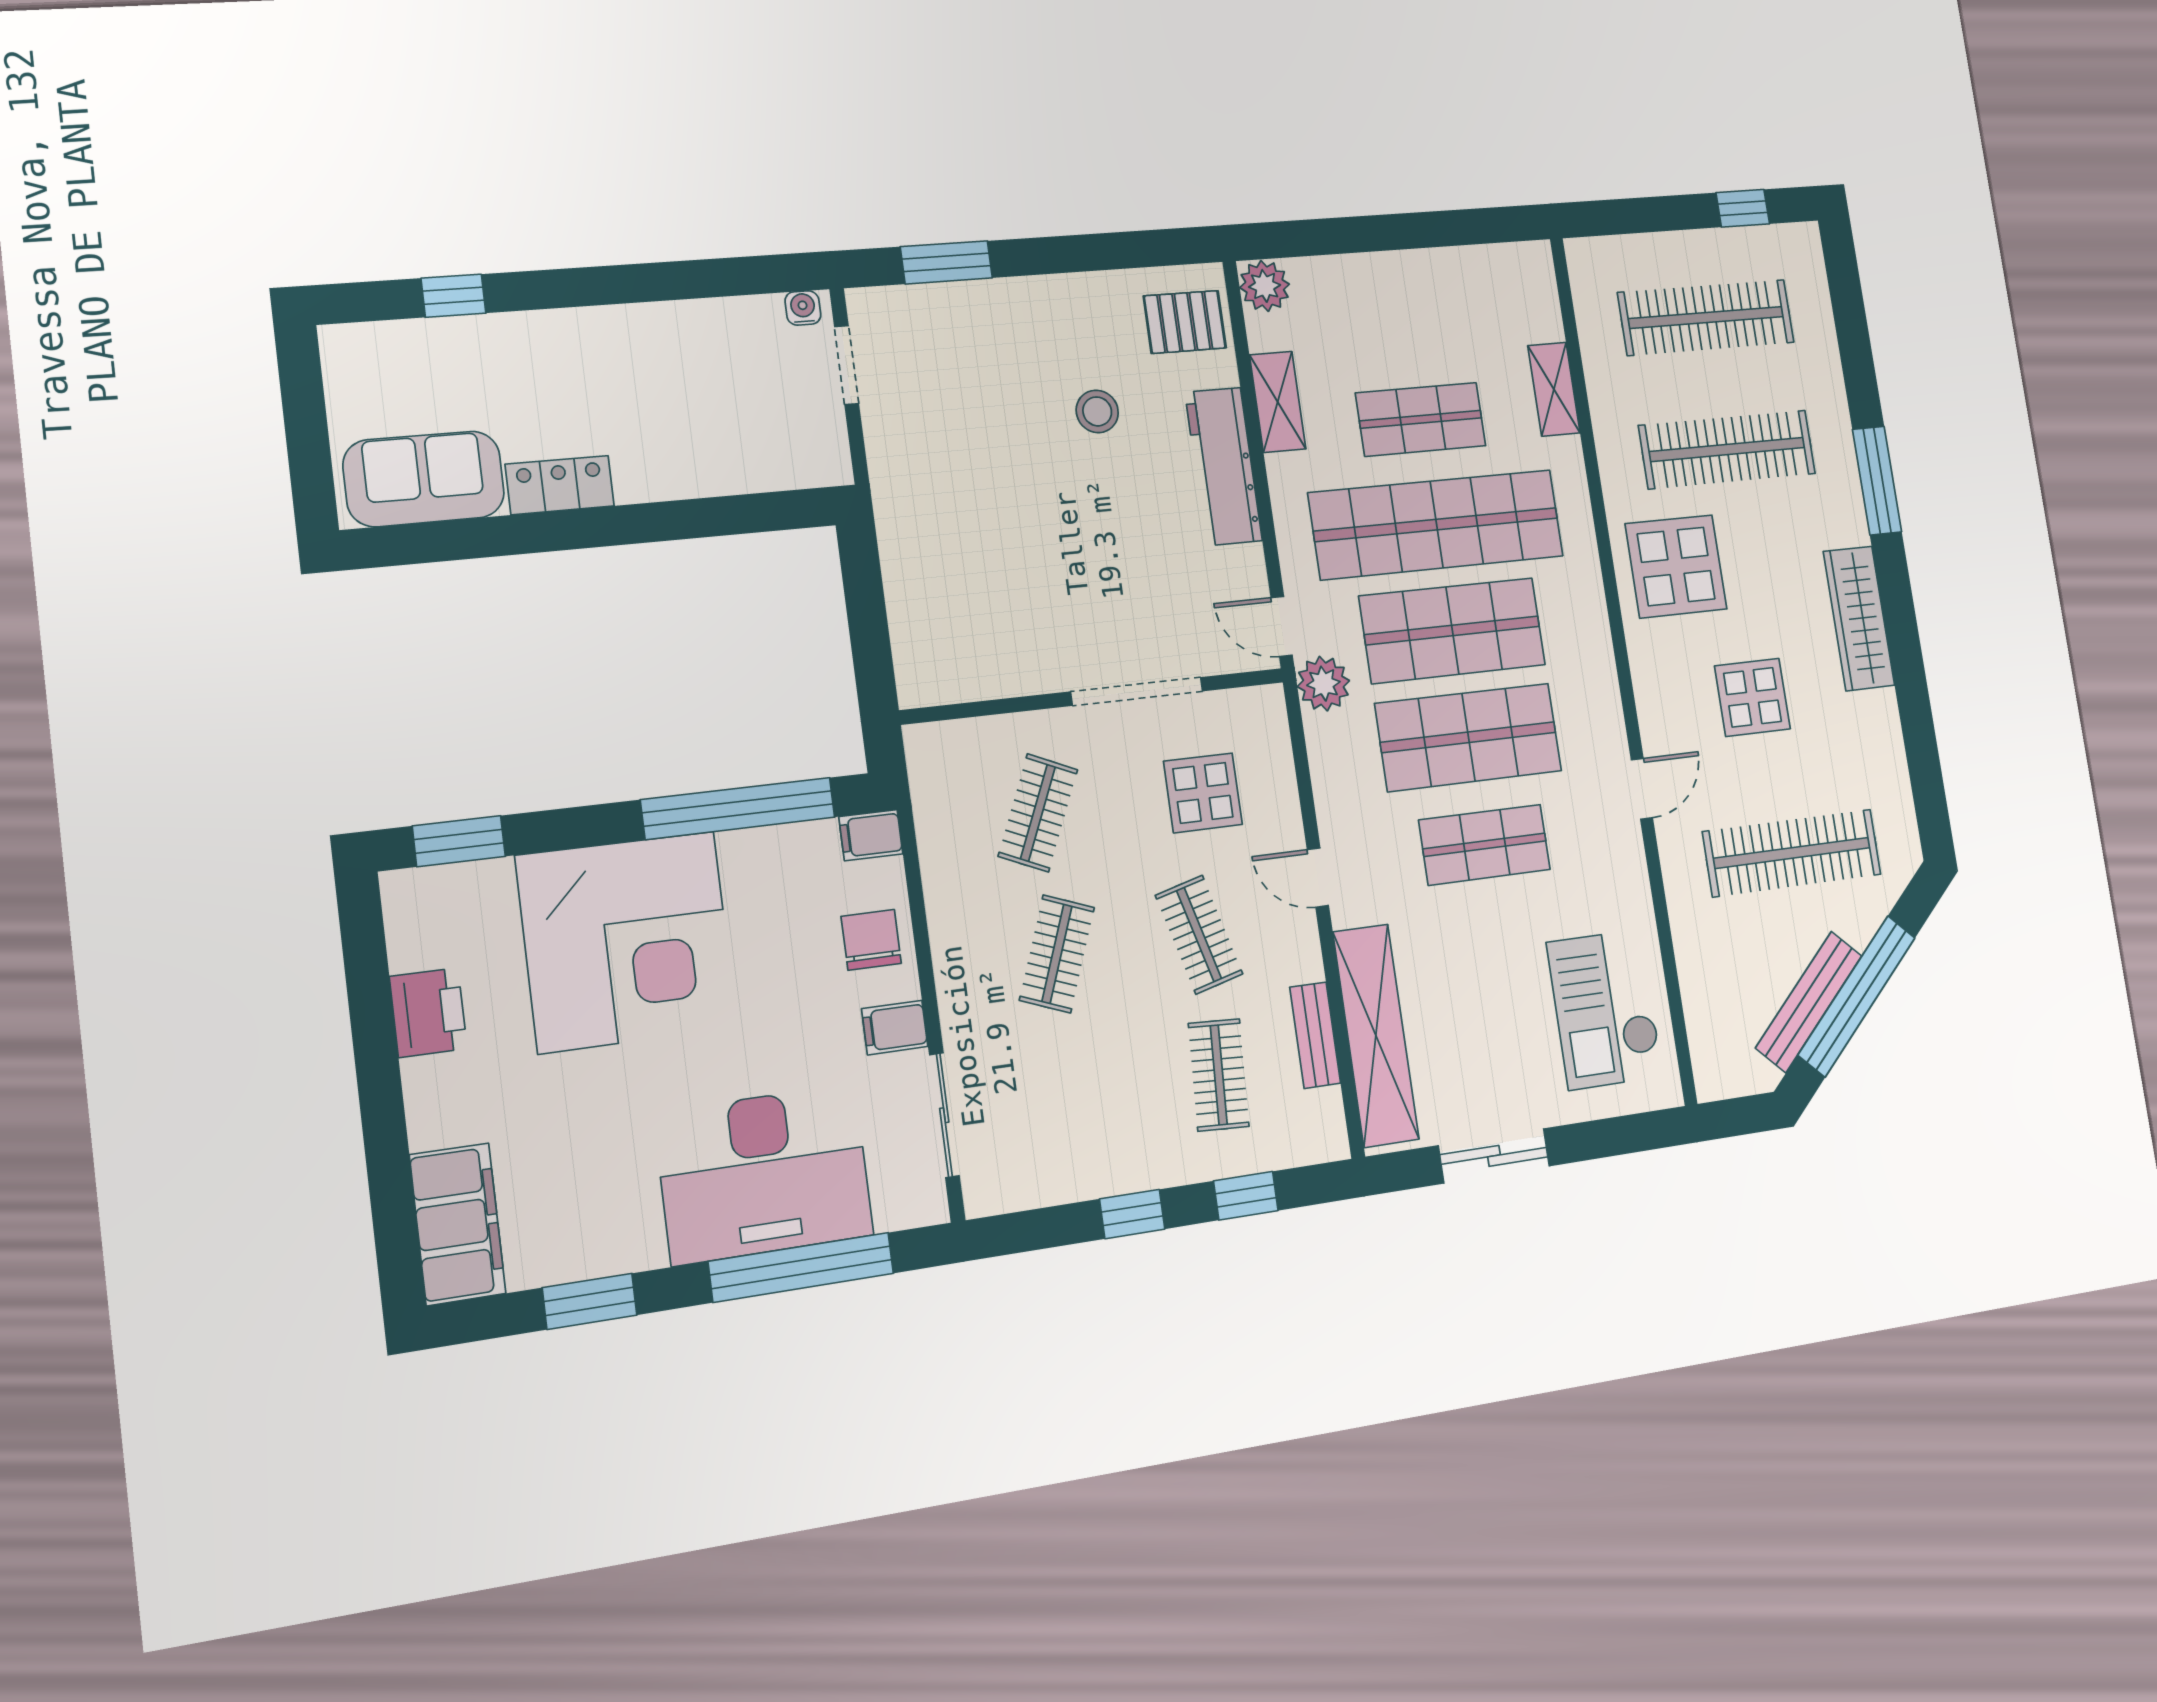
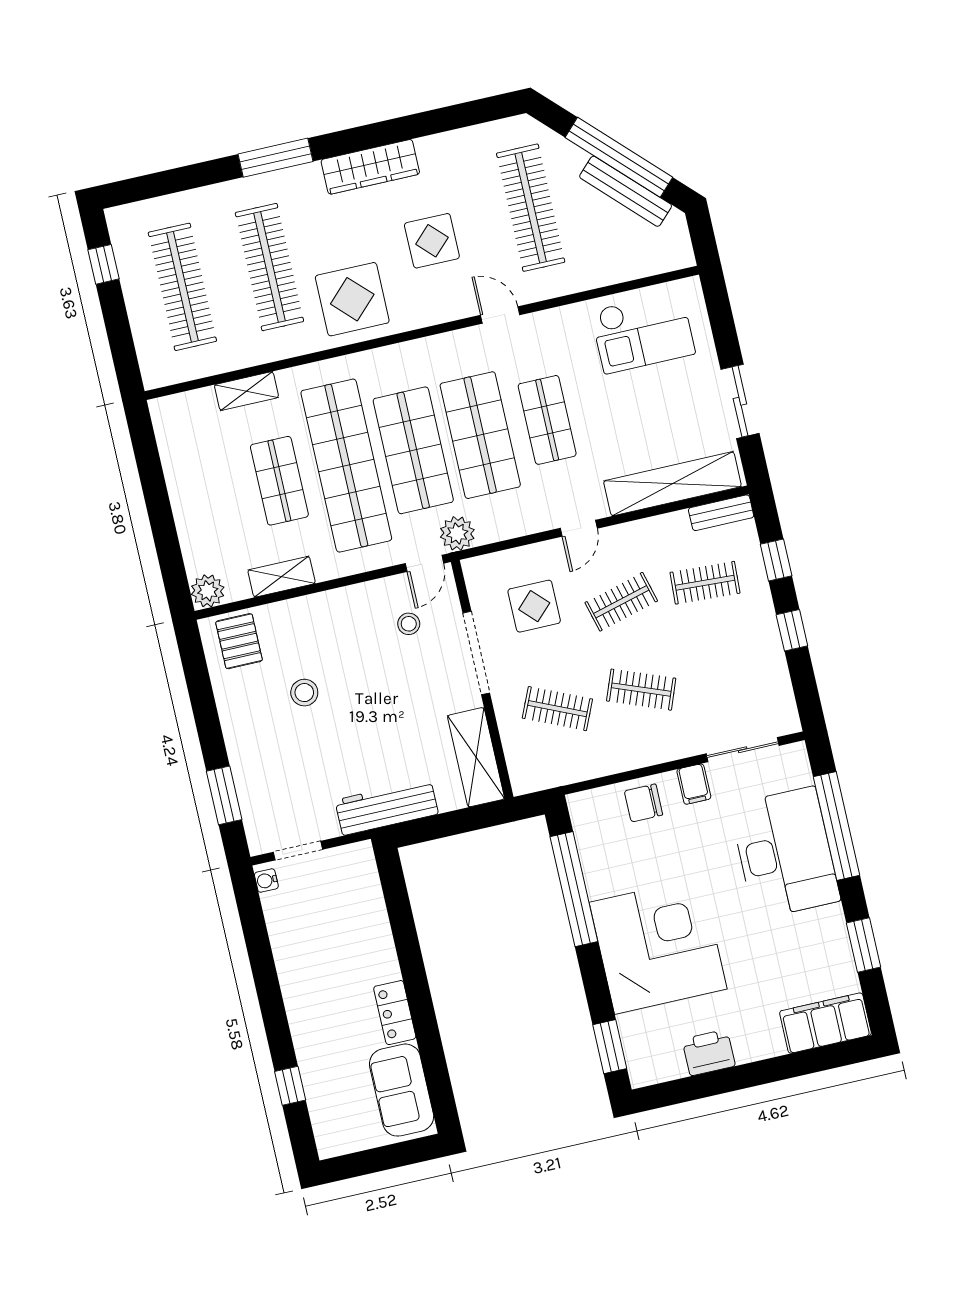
workbench: (1224, 466) -> (387, 807), moved, turned 180
stool: (1191, 590) -> (409, 624), added
shelving: (971, 671) -> (476, 757), added
filing cabinet: (871, 835) -> (582, 809), removed
bench: (1315, 1035) -> (721, 513), moved

